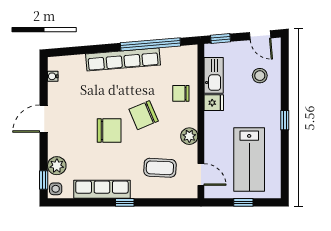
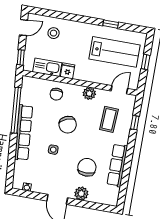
window: (285, 120) -> (111, 24), moved
chair: (109, 131) -> (87, 167), moved
plant: (57, 166) -> (81, 194), moved
window: (44, 180) -> (103, 207), removed
side table: (56, 189) -> (53, 150), moved
window: (125, 202) -> (135, 123), moved

